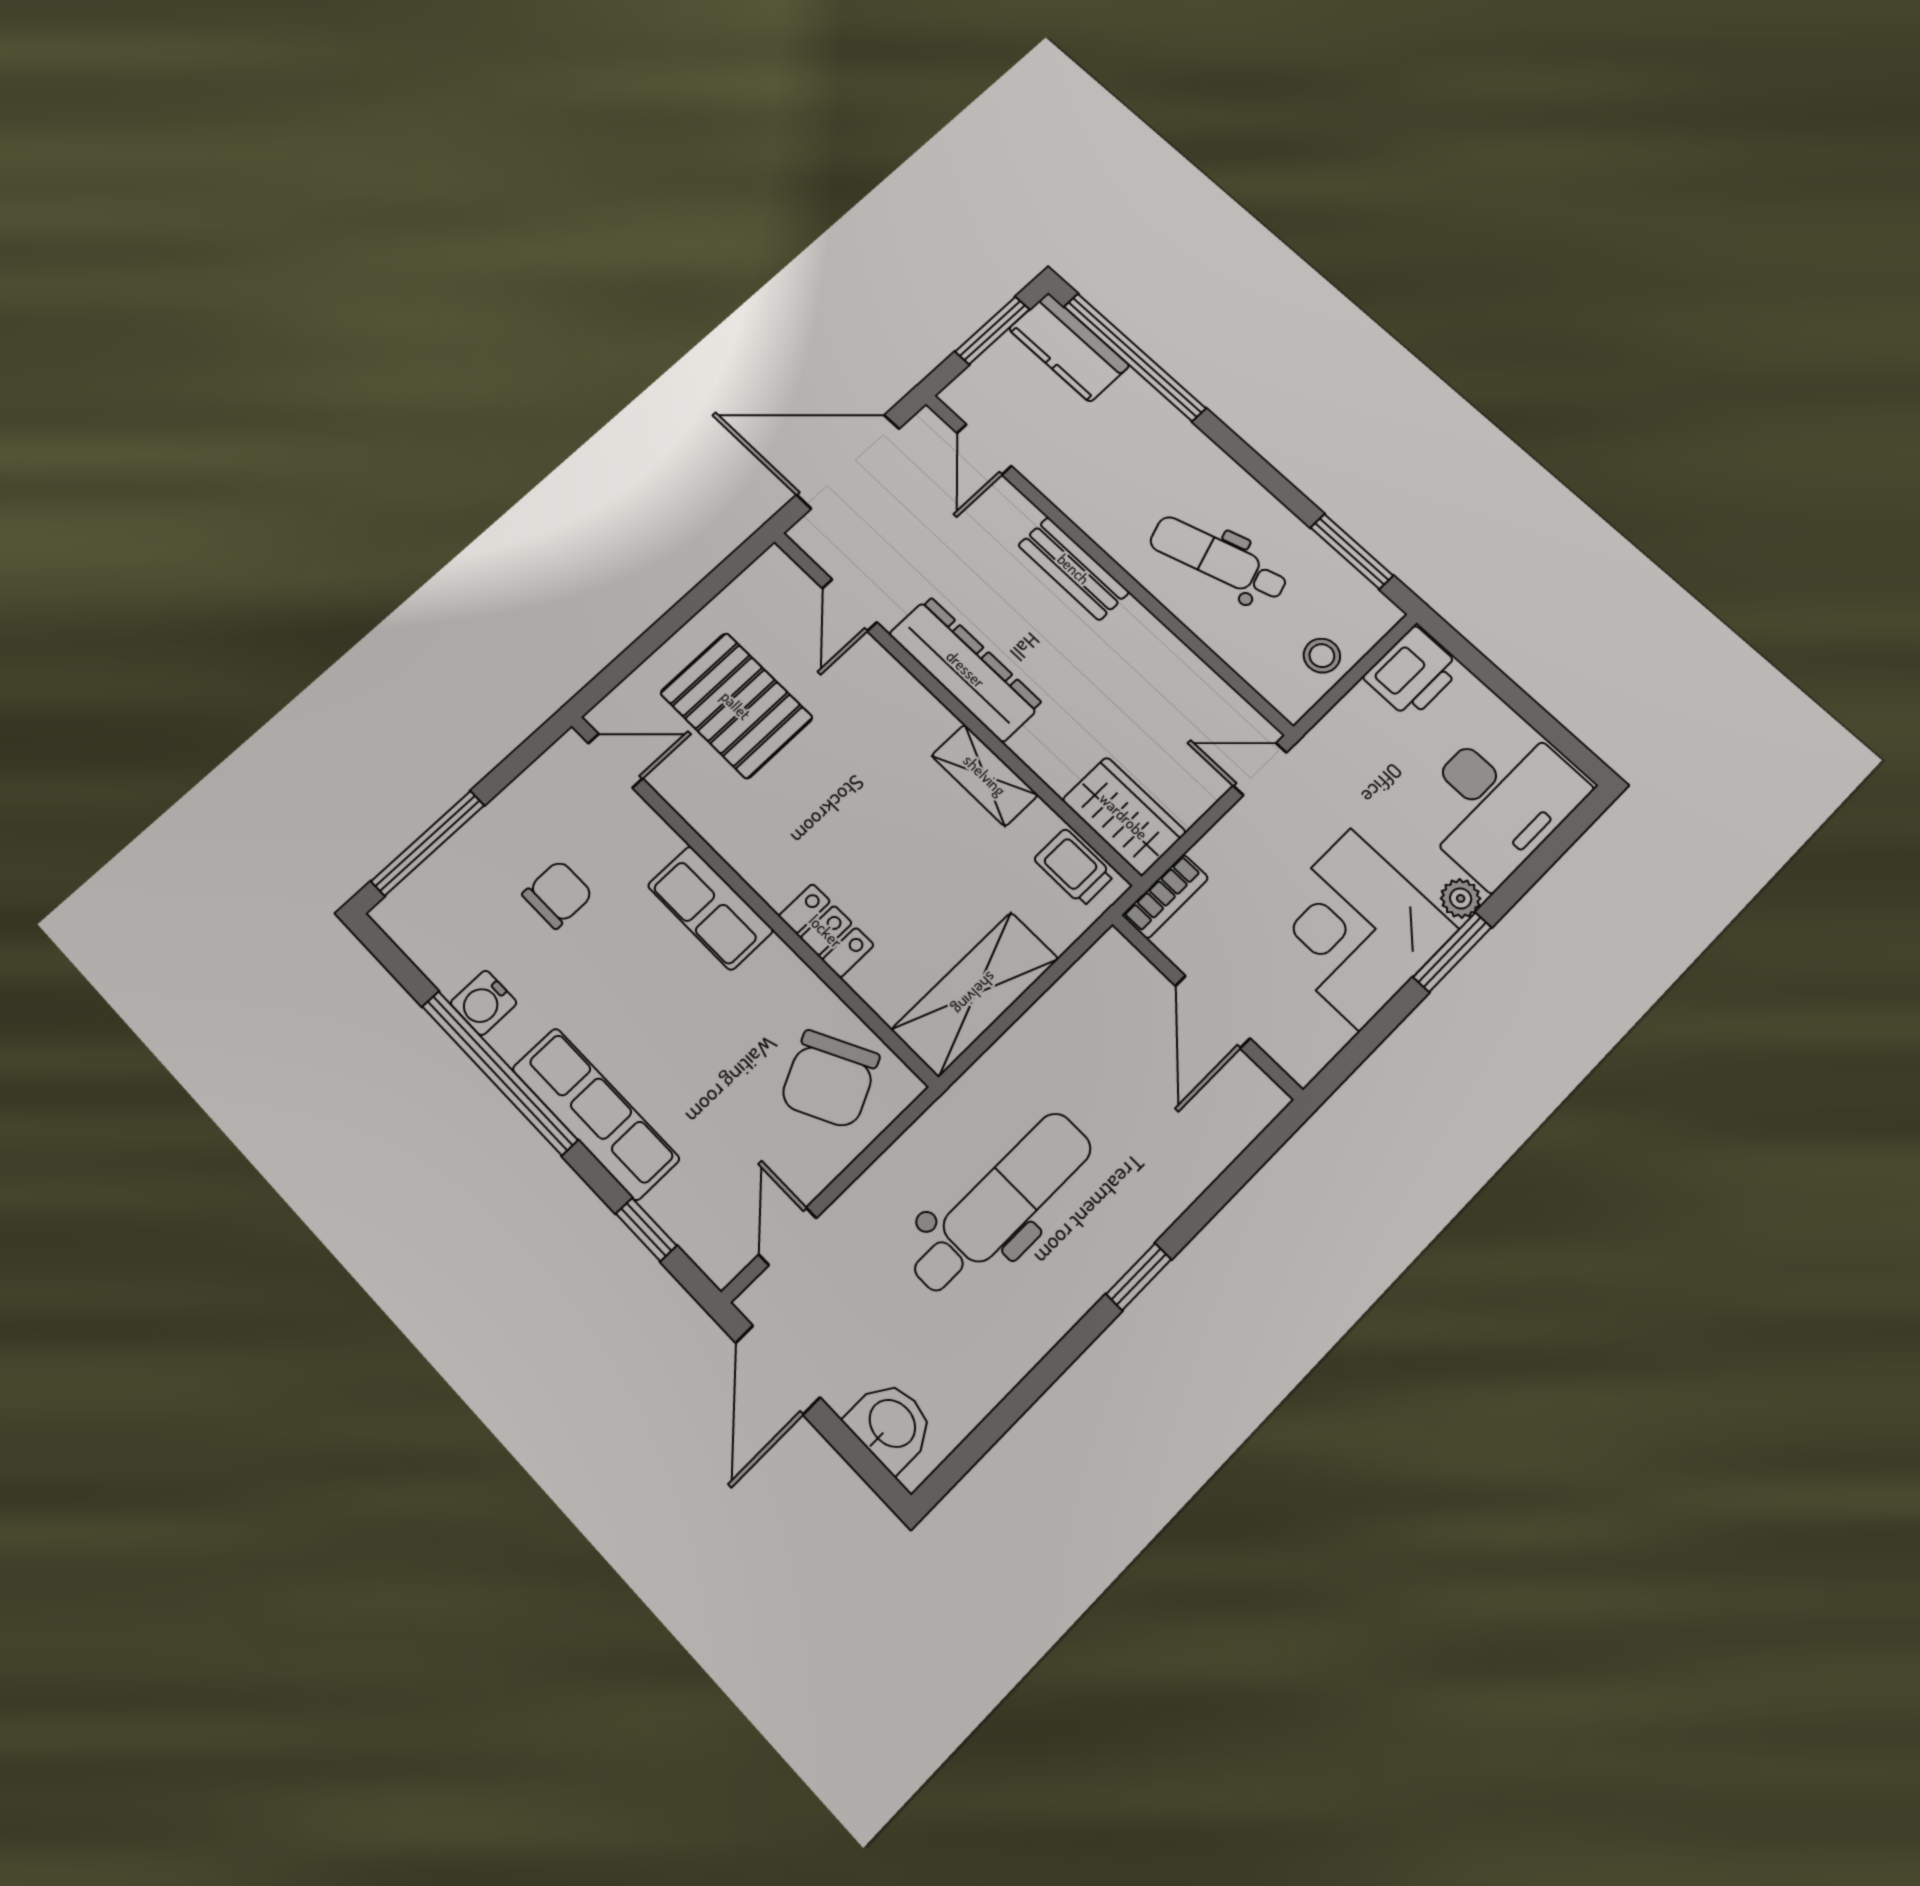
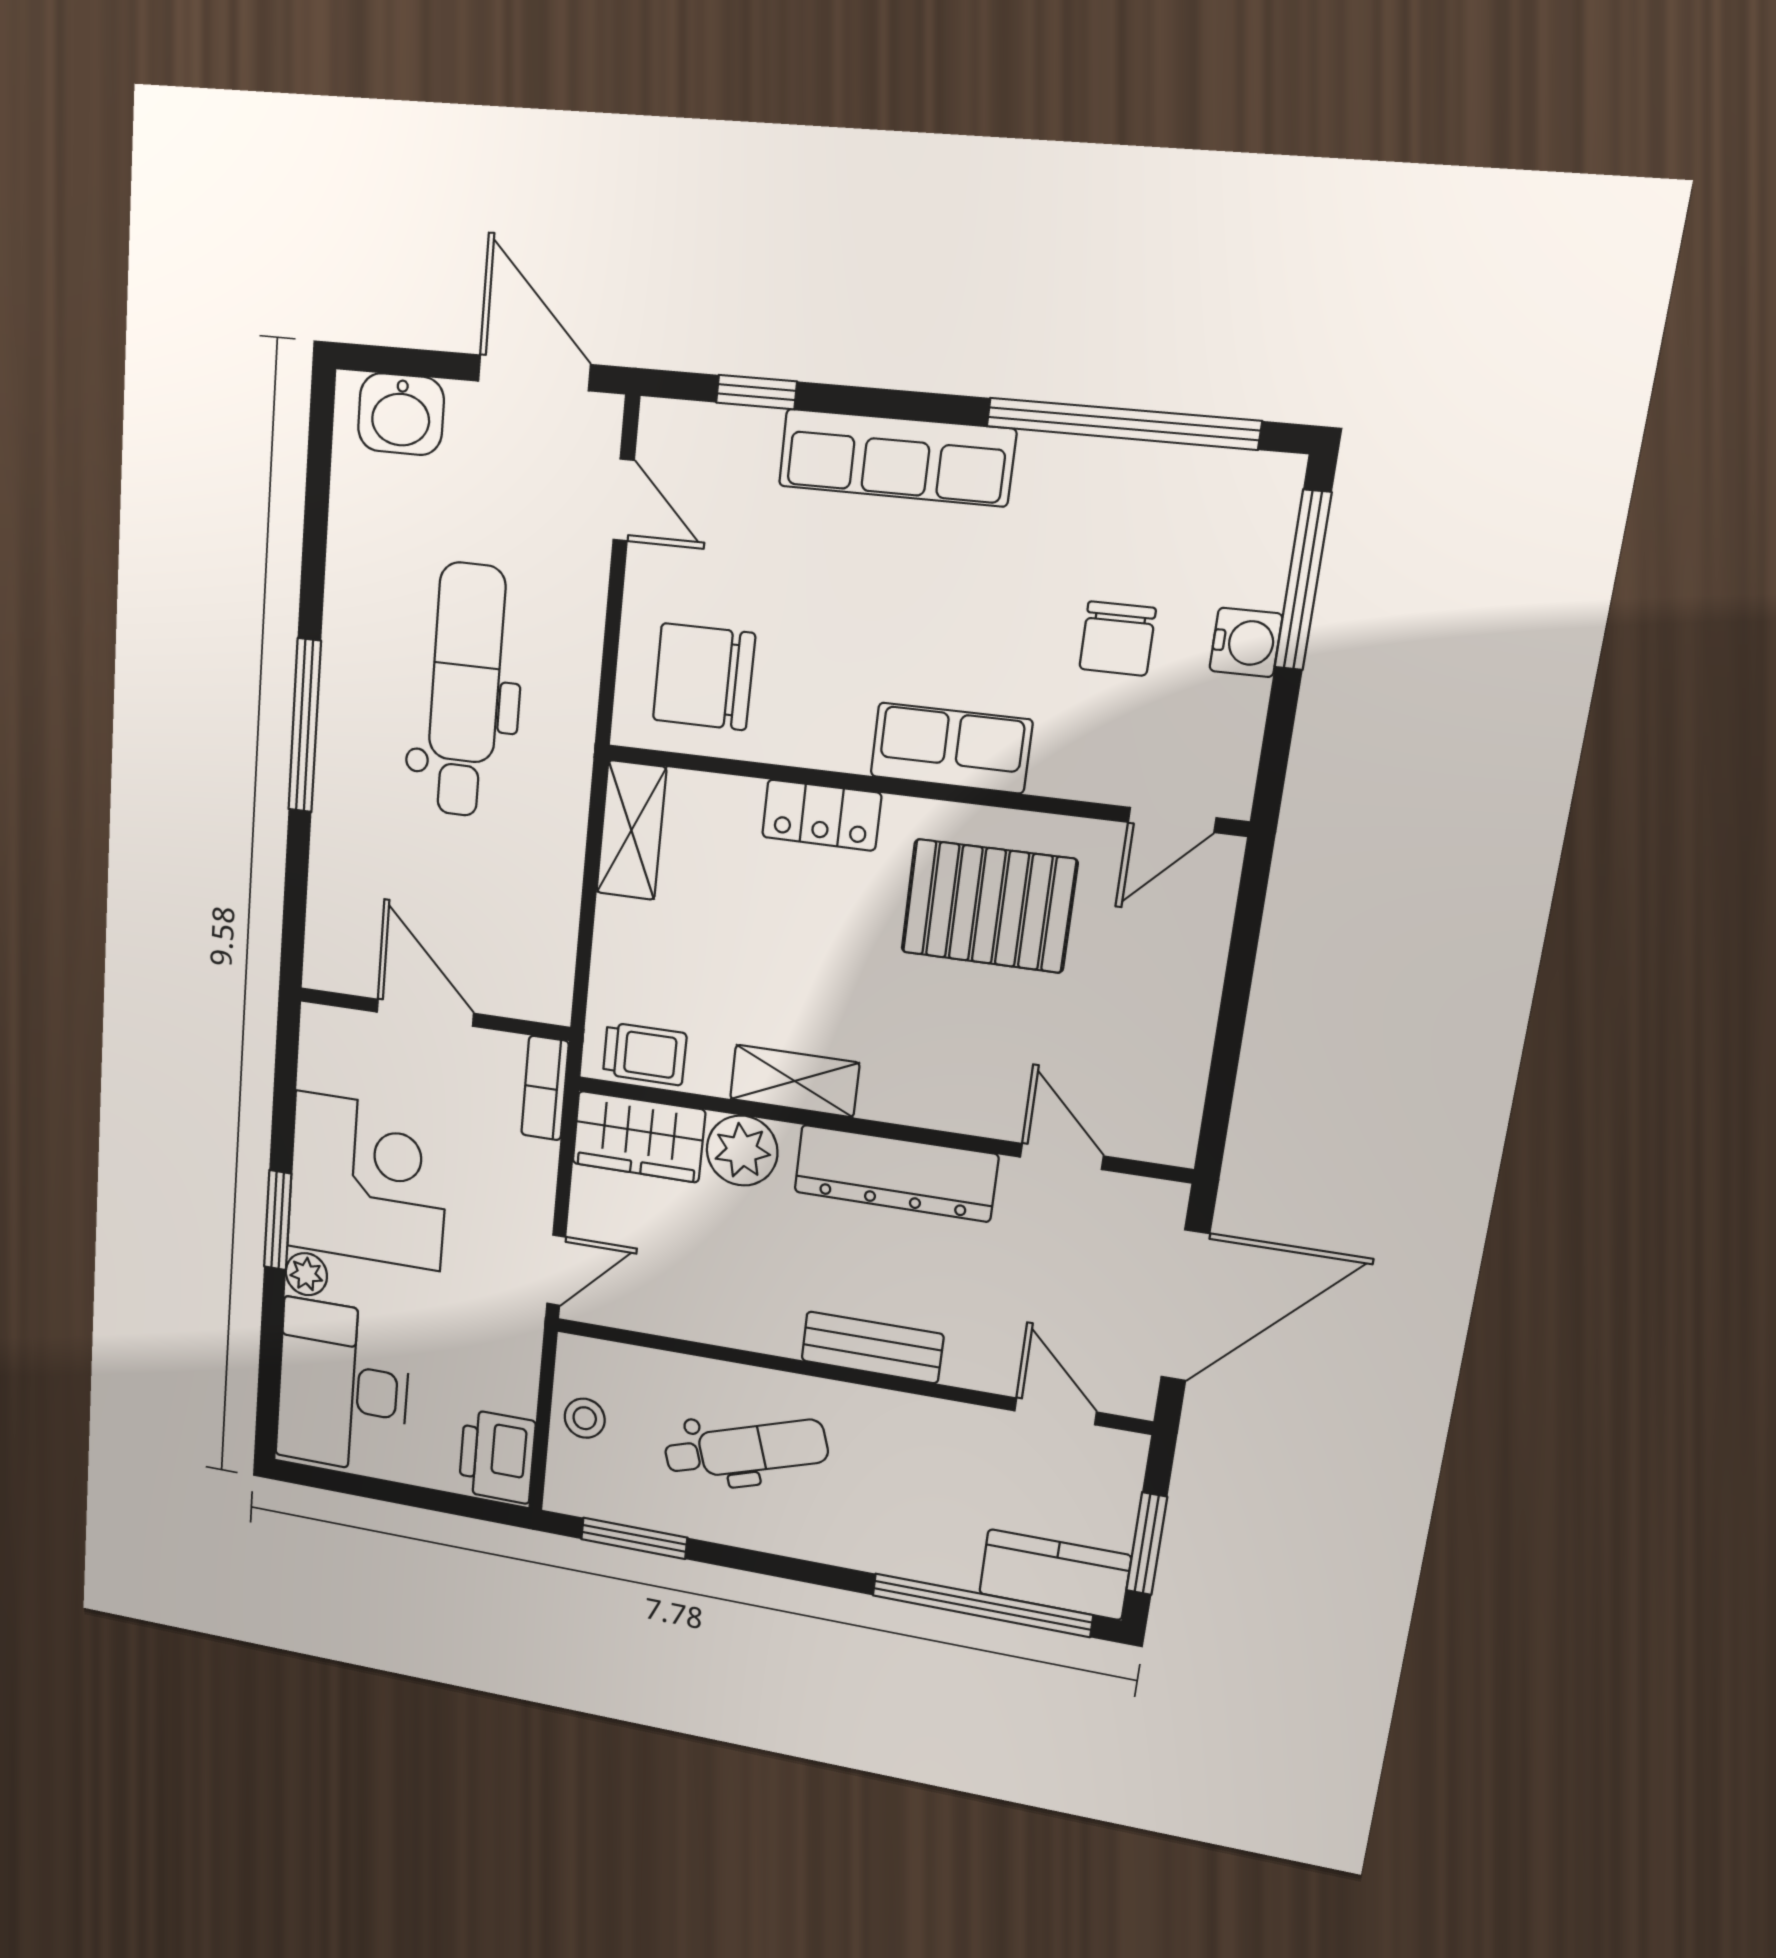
pallet: (736, 705) -> (989, 906), moved
plant: (1058, 756) -> (742, 1151), added
shelving: (975, 994) -> (631, 830), width x0.67, depth x0.75
water cooler: (484, 1003) -> (1246, 642), moved, turned 90
window: (500, 1073) -> (1123, 424), moved
chair: (830, 1079) -> (704, 677), turned -64
dental chair: (1000, 1204) -> (465, 691), turned 180
window: (1139, 1277) -> (305, 726), width x2.17

